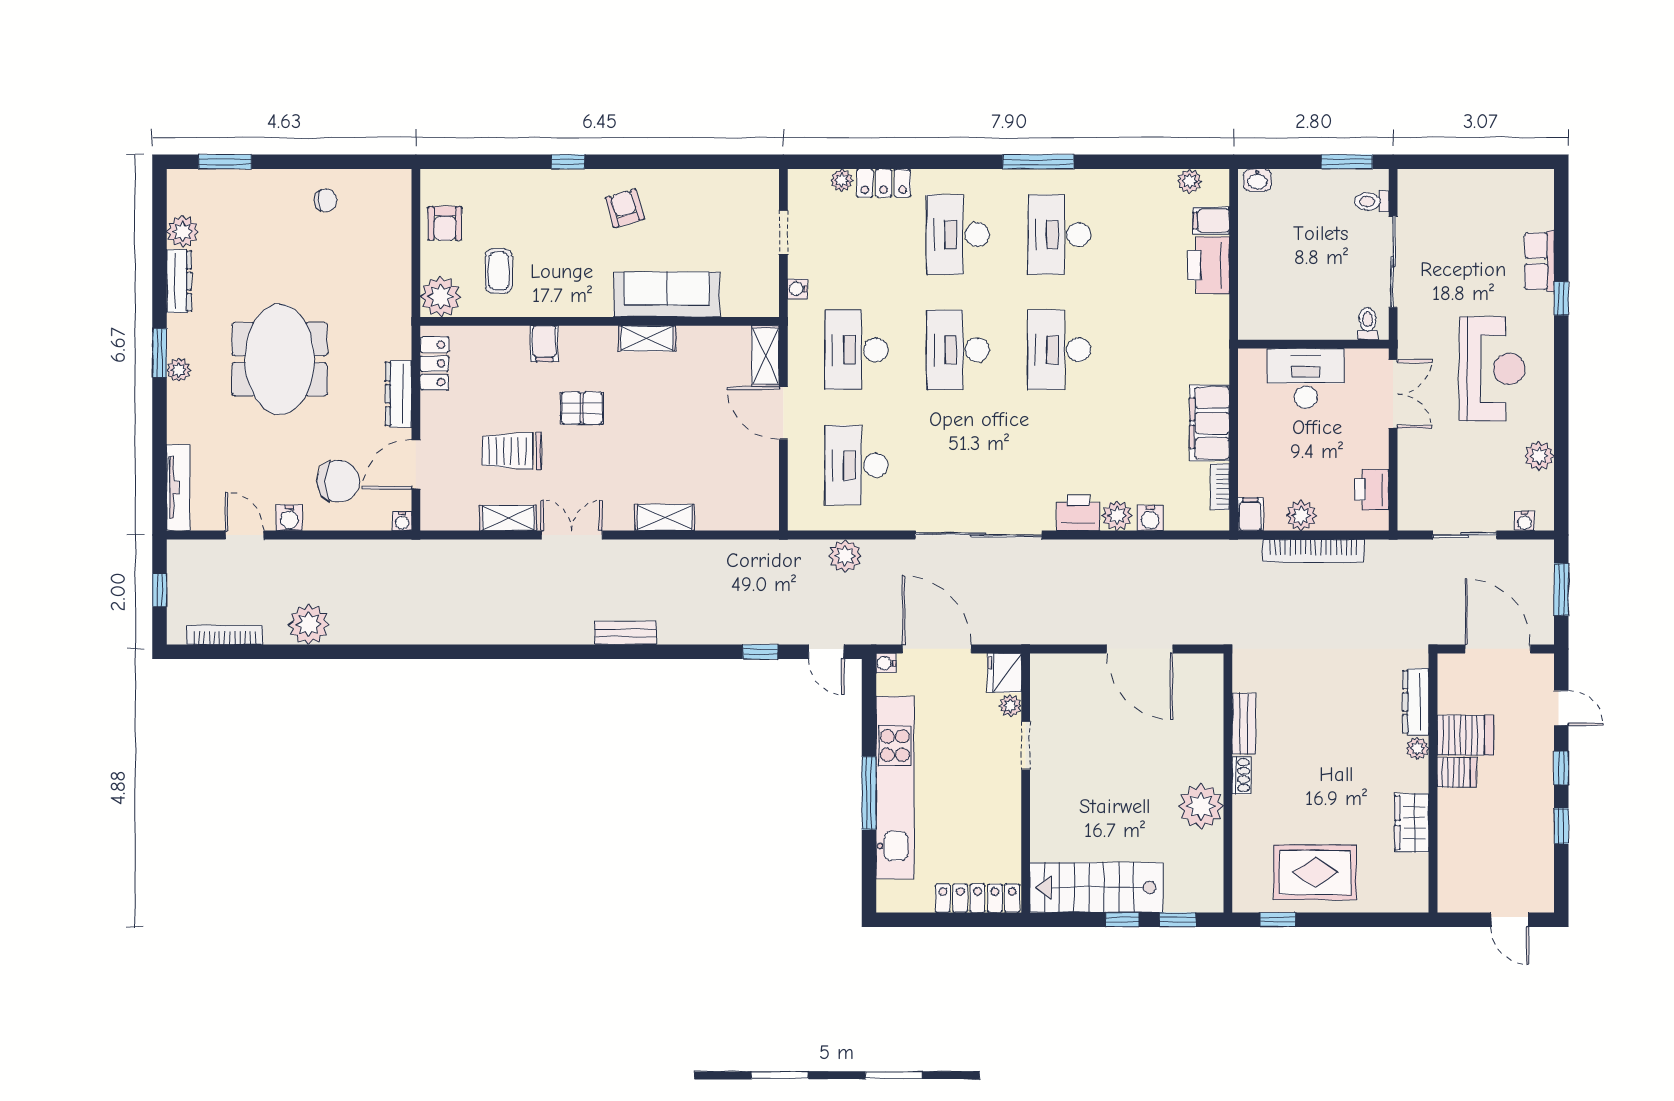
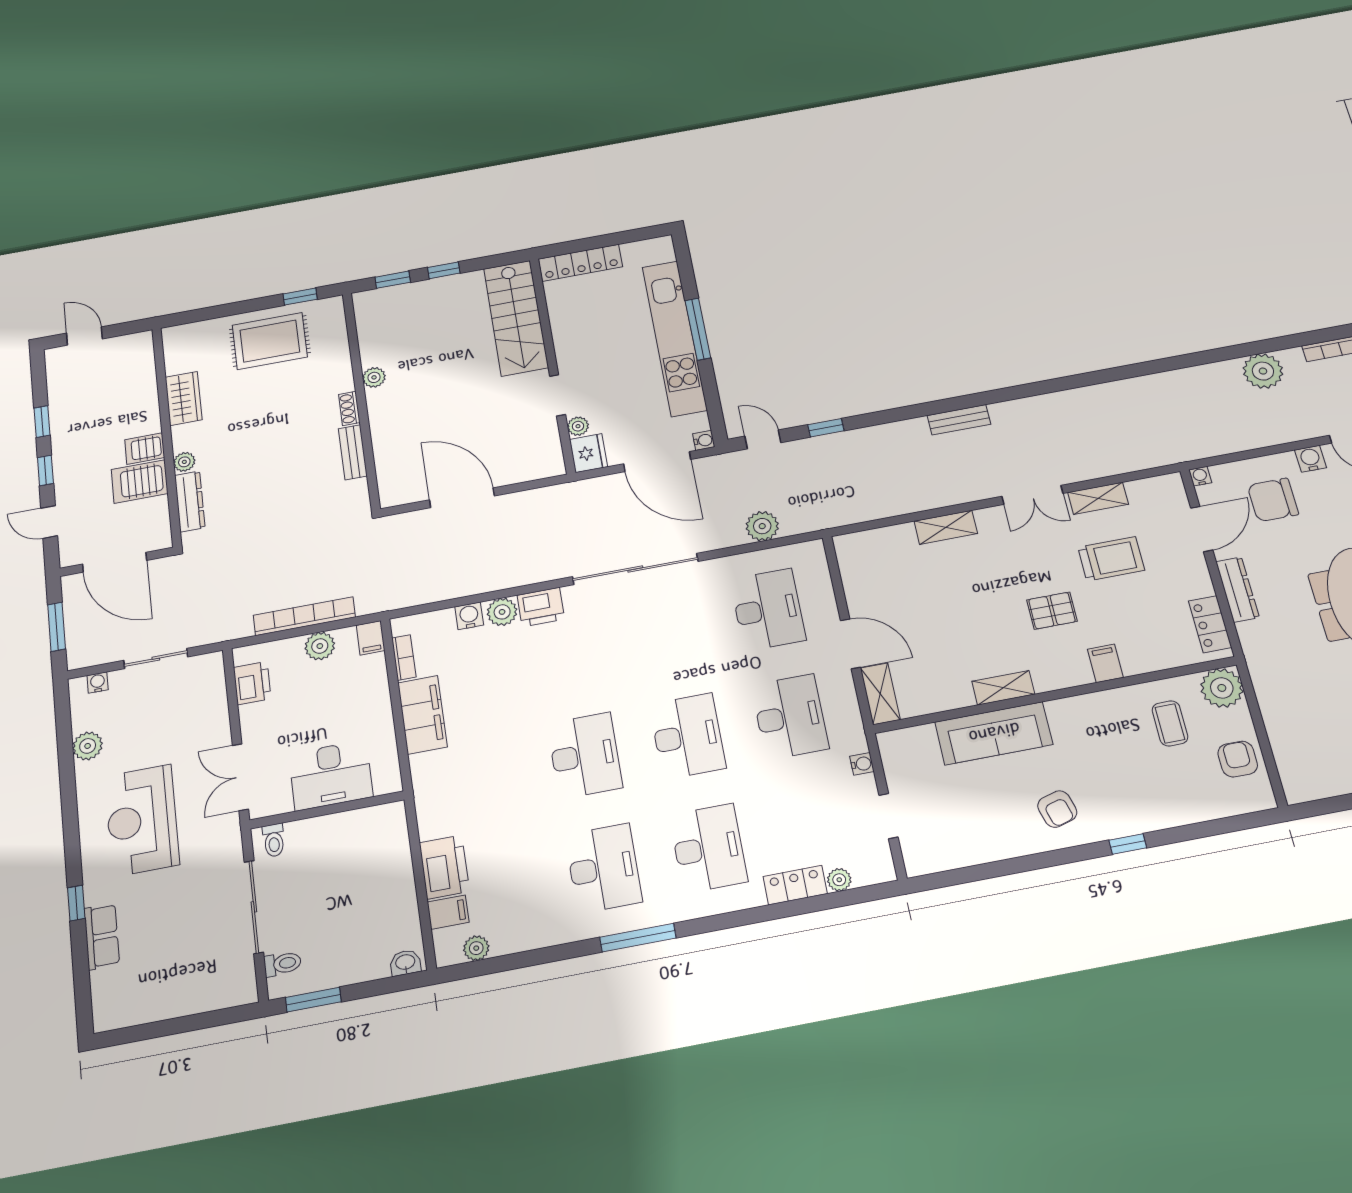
plant: (1201, 806) -> (374, 377), width x0.53, depth x0.53
stairs: (1096, 887) -> (516, 318), moved, turned 90

